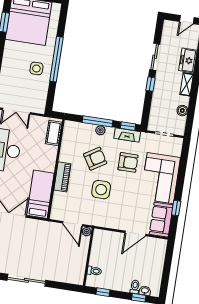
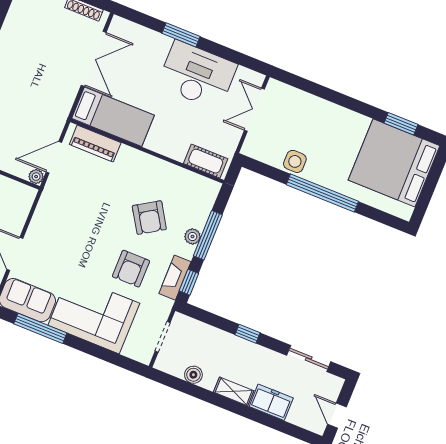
sliding door: (155, 57) -> (309, 359), moved
side table: (36, 68) -> (295, 161), moved
piano: (62, 177) -> (95, 144), moved
side table: (101, 190) -> (98, 215), removed
window: (176, 208) -> (40, 328), width x2.17

